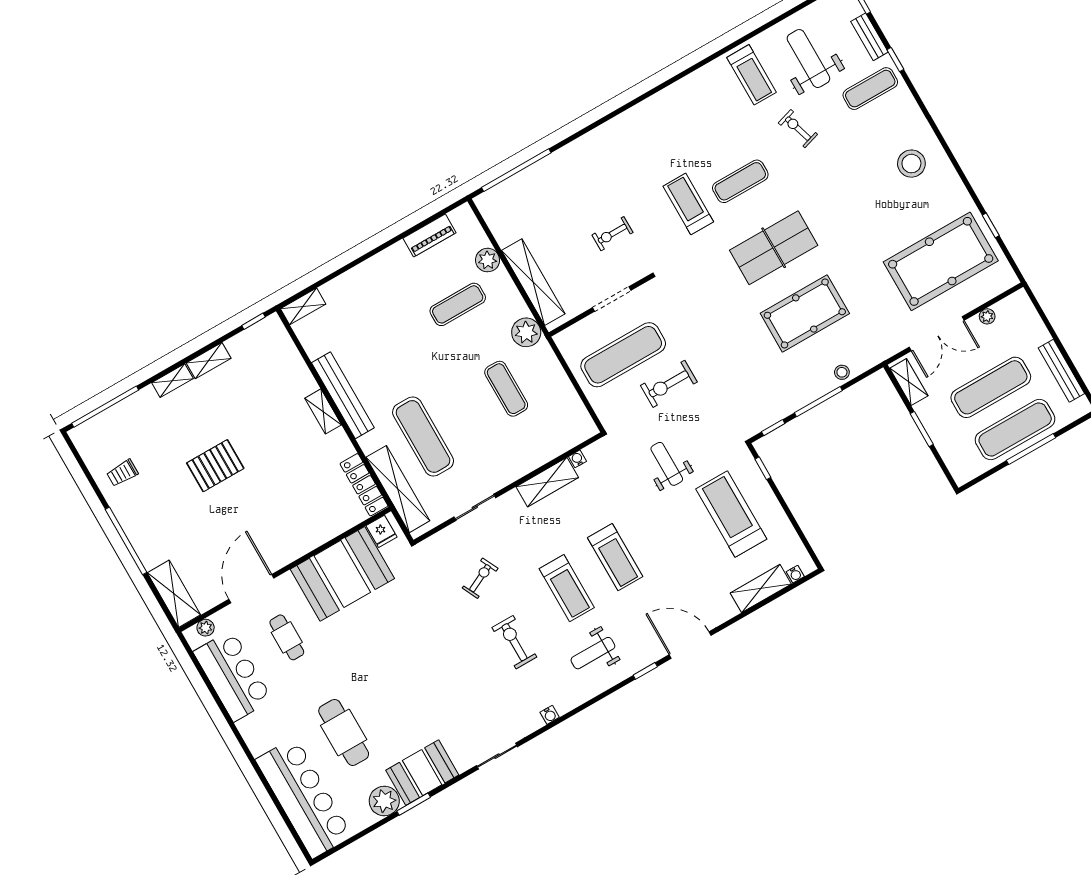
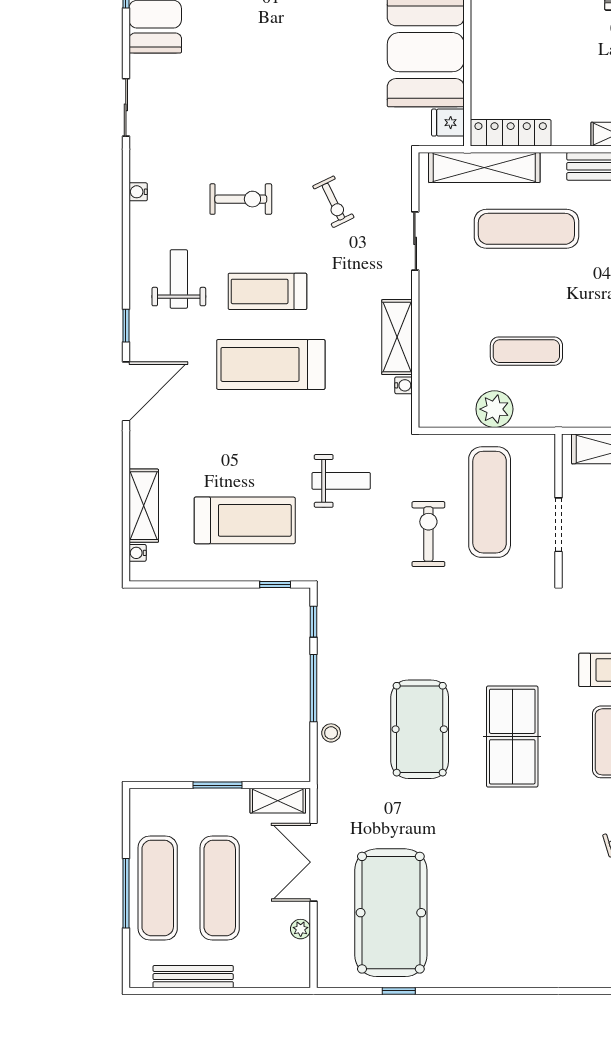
stool: (911, 164) -> (518, 942), removed
plant: (526, 332) -> (494, 409), moved
treadmill: (615, 557) -> (271, 364), width x1.37, depth x1.38

